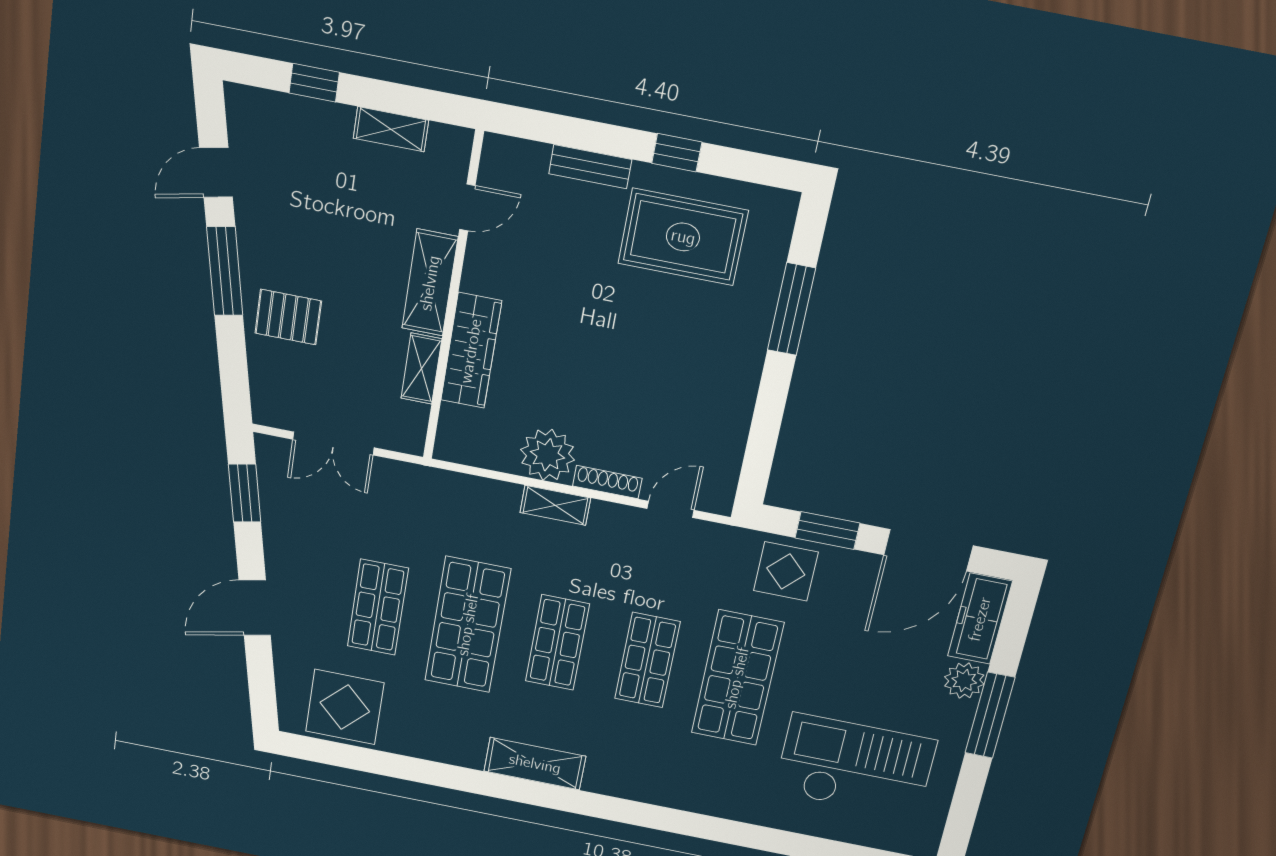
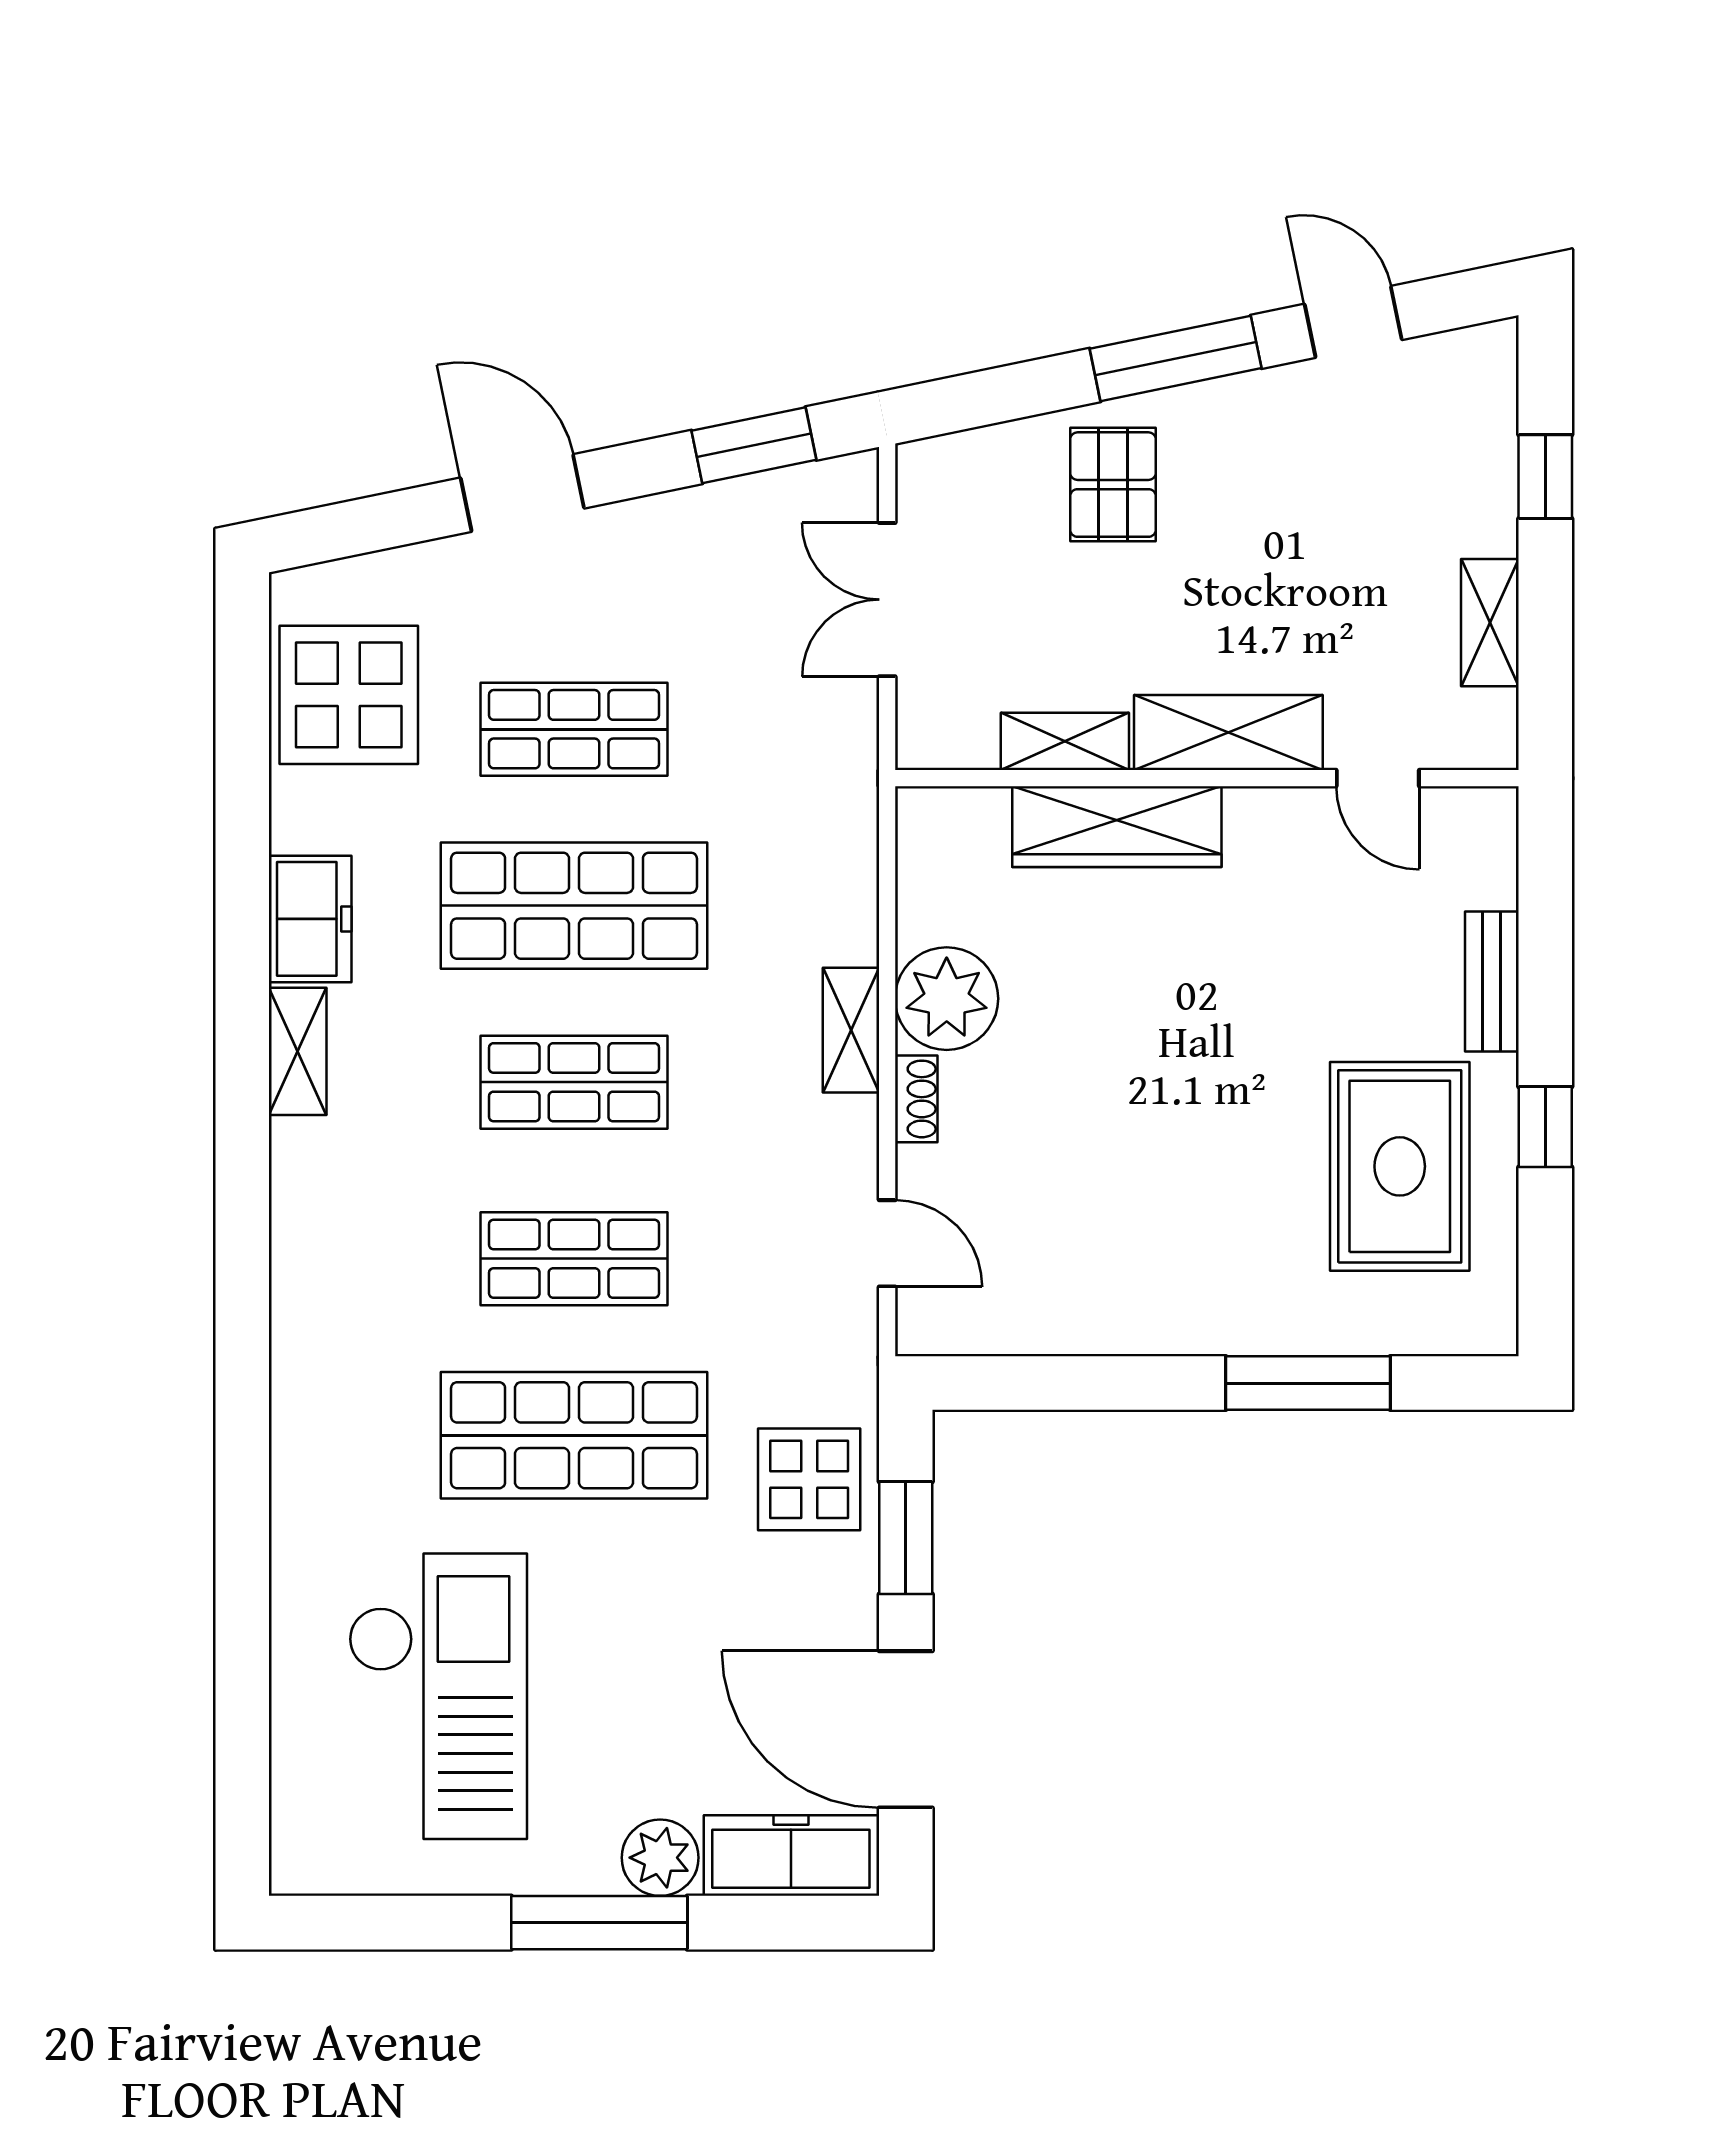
shoe rack: (607, 482) -> (916, 1099), width x0.70
freezer: (453, 746) -> (310, 919), added
shelving: (535, 764) -> (298, 1051), width x0.67, depth x0.75

